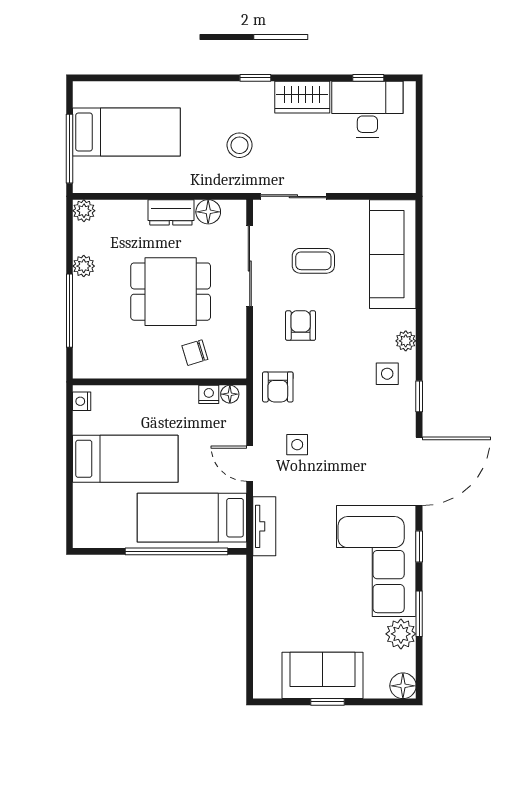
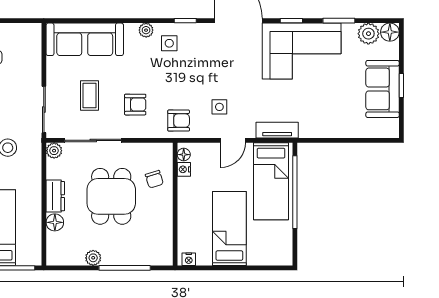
plant: (84, 211) -> (54, 151), moved
floor lamp: (208, 212) -> (55, 222), moved
armchair: (301, 326) -> (135, 105), turned 180
plant: (401, 634) -> (368, 34), moved

